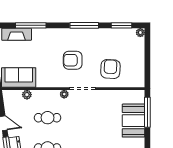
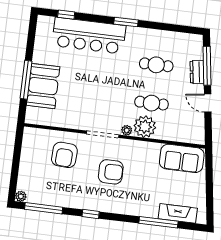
window: (84, 25) -> (91, 214), width x0.46
window: (122, 25) -> (44, 208), width x1.44
plant: (27, 95) -> (145, 127), moved, width x1.87, depth x1.87
window: (147, 112) -> (26, 80), moved

